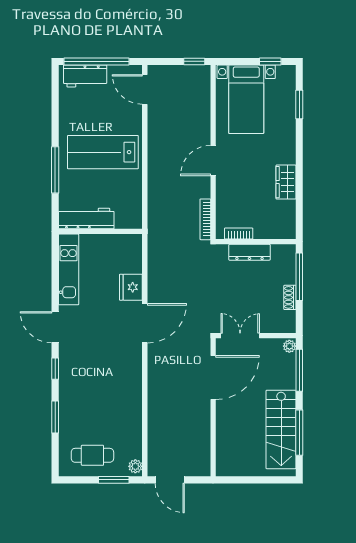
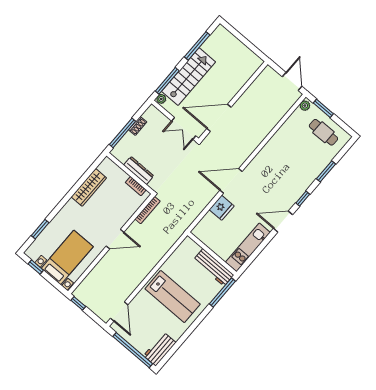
workbench: (85, 76) -> (160, 349), moved, turned -90
window: (55, 170) -> (222, 292), moved
wardrobe: (286, 182) -> (89, 187), width x1.50
door: (55, 327) -> (283, 222), swing flipped
stairs: (281, 429) -> (189, 77), moved

